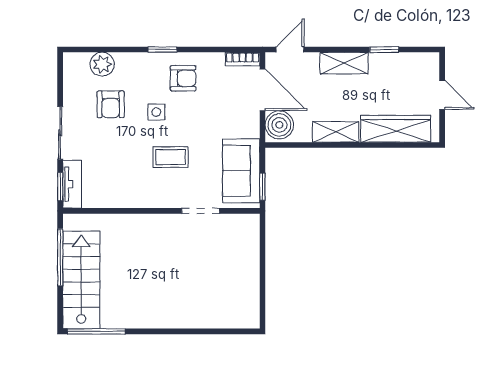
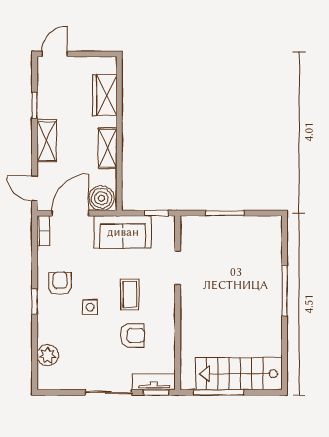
door: (442, 95) -> (55, 54), moved
armchair: (111, 104) -> (132, 336), moved
wardrobe: (396, 129) -> (105, 95), width x0.67
sofa: (241, 171) -> (123, 232), moved
window: (263, 264) -> (225, 213), added
window: (96, 331) -> (284, 291), moved

